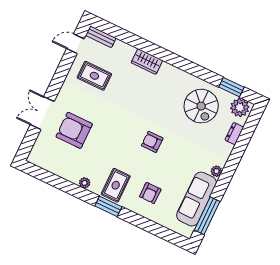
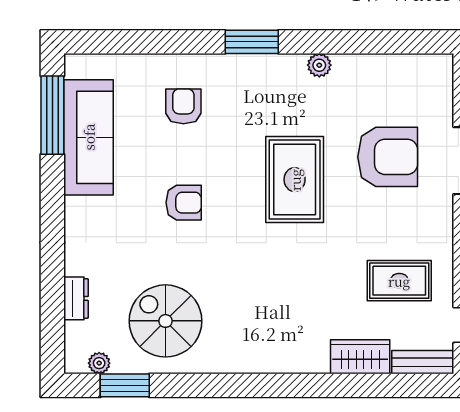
wardrobe: (147, 62) -> (360, 357), moved
plant: (240, 108) -> (99, 363), width x0.53, depth x0.53
armchair: (152, 142) -> (184, 203), moved
plant: (216, 171) -> (76, 209), removed
rug: (116, 185) -> (295, 180), moved, width x1.36, depth x1.43

